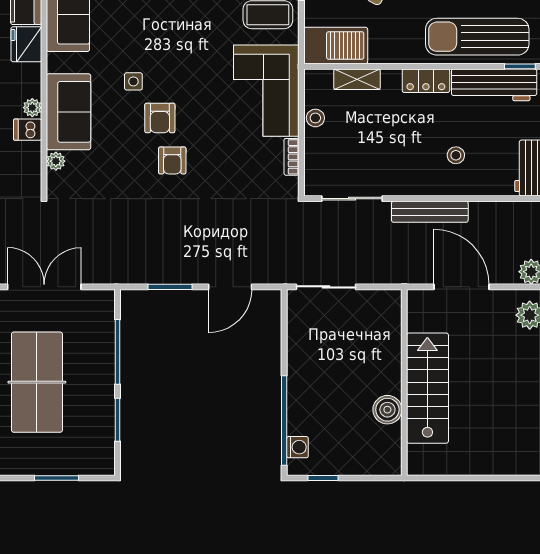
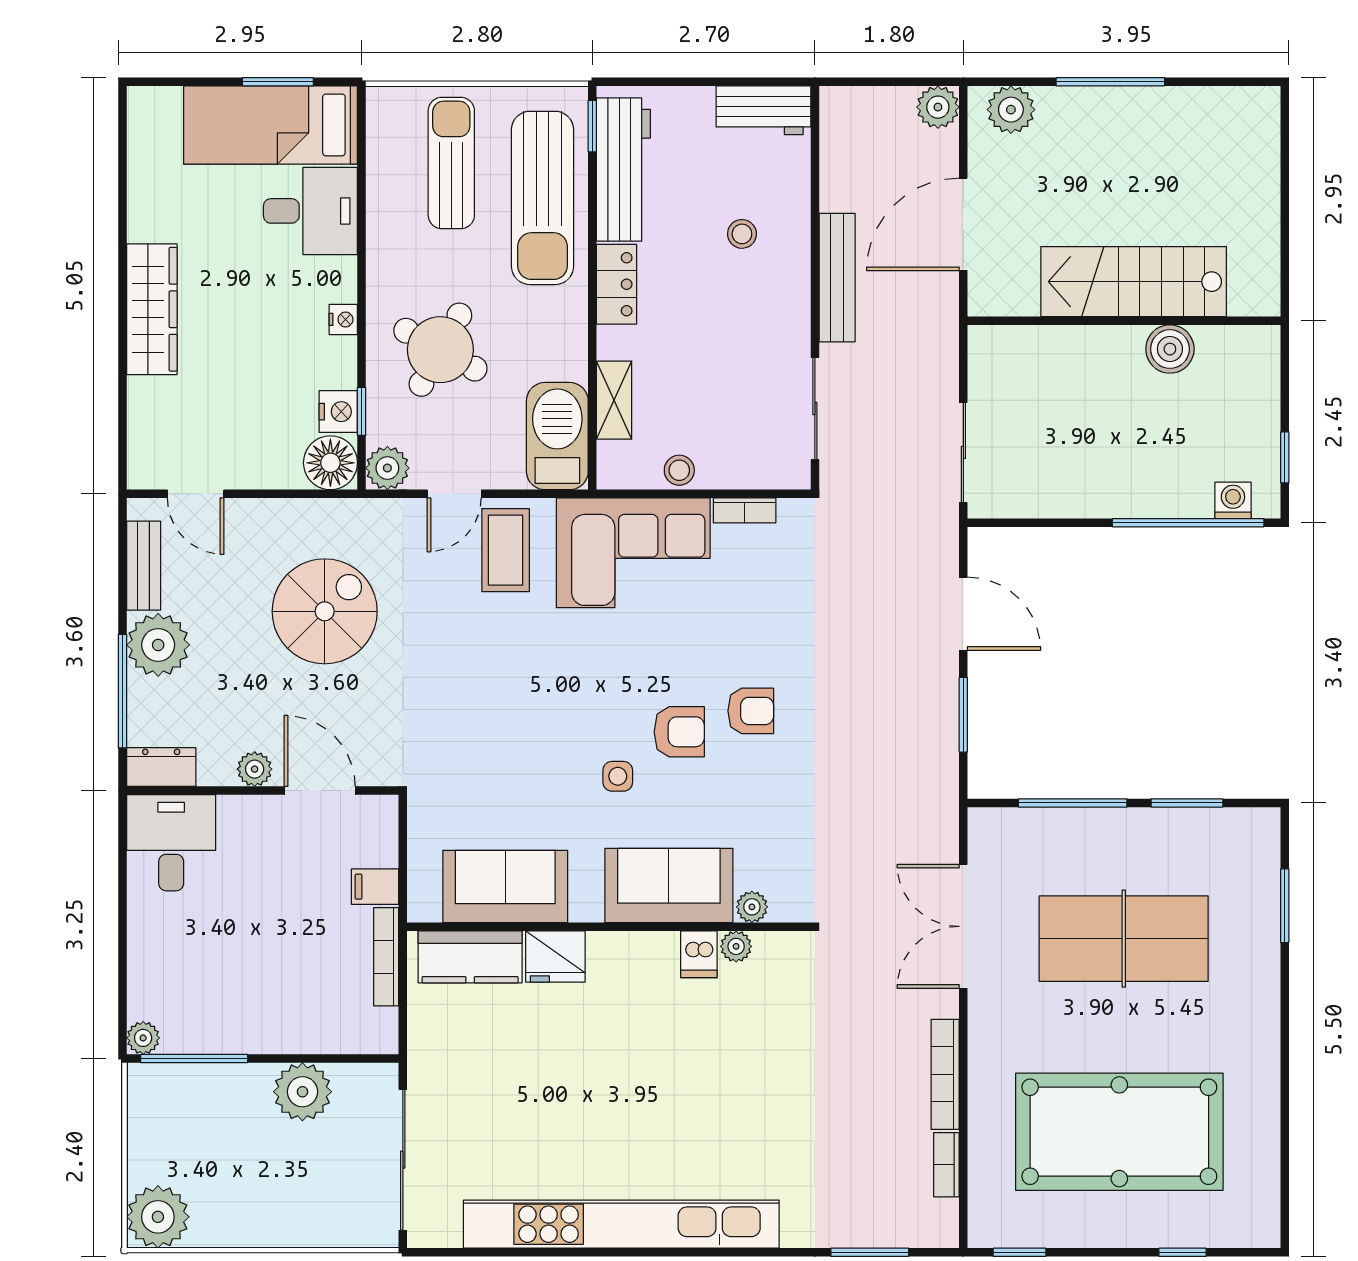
plant: (32, 108) -> (736, 946), moved

